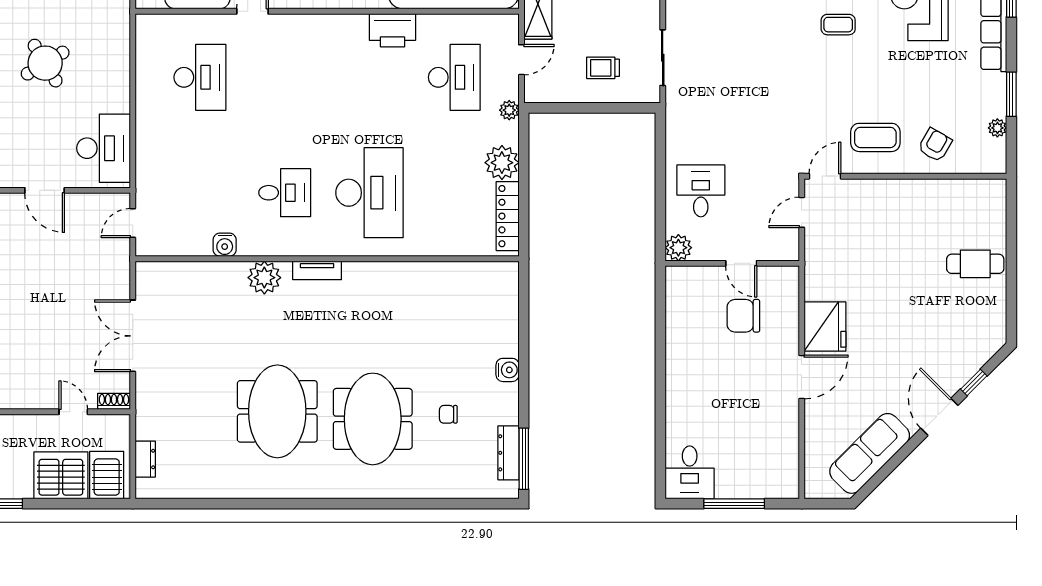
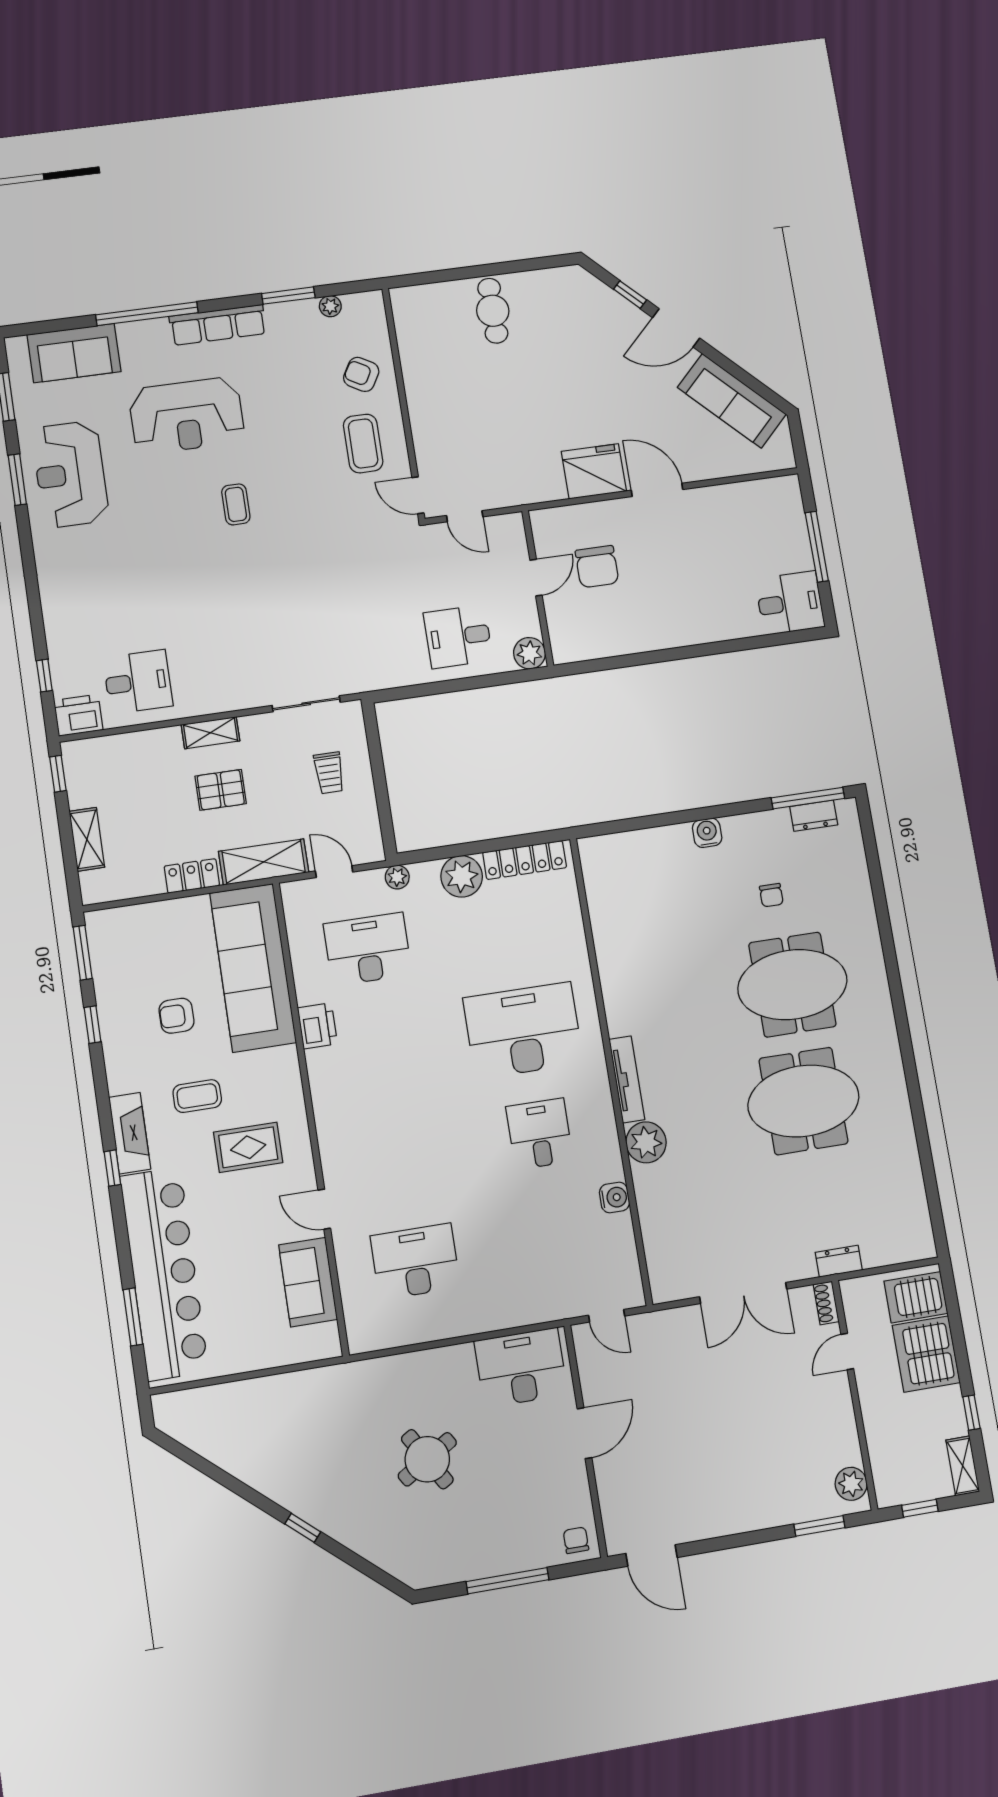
printer: (392, 30) -> (317, 1026), width x0.73, depth x0.84
tv unit: (317, 270) -> (627, 1079), width x1.41
dresser: (508, 453) -> (814, 816), width x0.70
dresser: (145, 459) -> (839, 1261), moved

